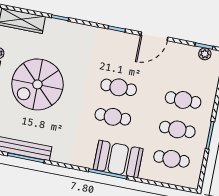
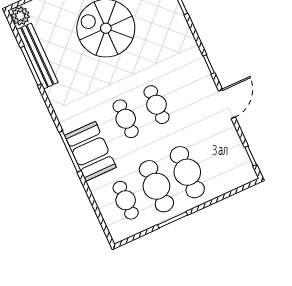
door: (154, 36) -> (227, 104), swing flipped
plant: (205, 54) -> (244, 162), removed
cafe table: (183, 100) -> (187, 172), width x1.37, depth x1.35
cafe table: (177, 129) -> (156, 186), width x1.37, depth x1.35

